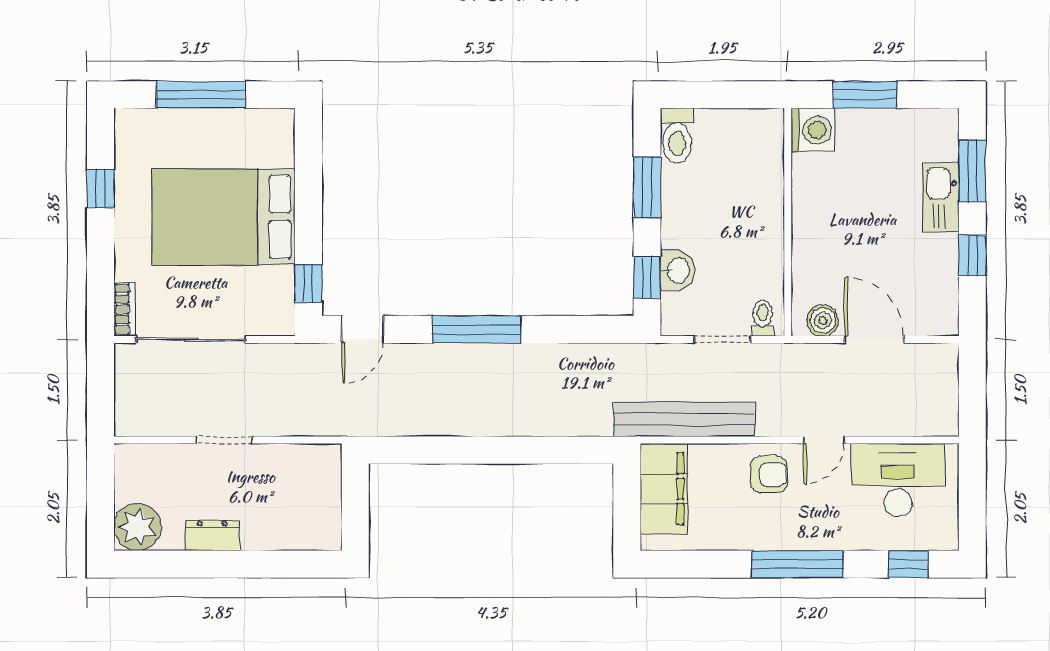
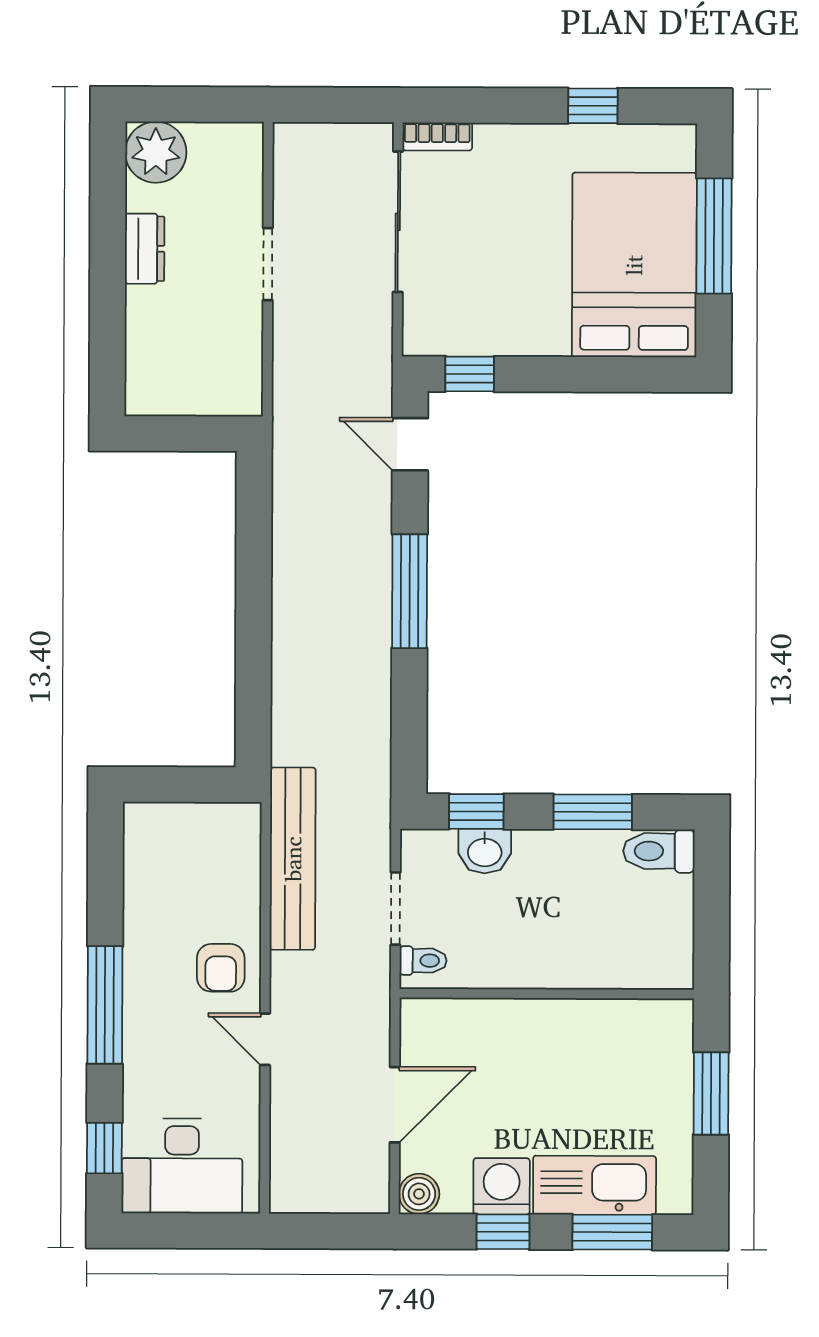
washing machine: (813, 130) -> (502, 1186), moved, turned 180
kitchen sink: (940, 197) -> (595, 1185), width x1.36, depth x1.24
bed: (224, 217) -> (634, 265), moved
boiler: (823, 320) -> (419, 1194), moved
desk: (898, 480) -> (182, 1166), moved, turned 90
filing cabinet: (664, 489) -> (203, 832), removed

